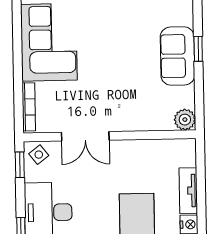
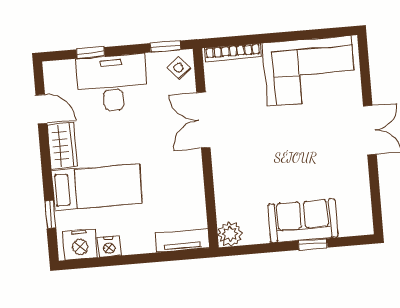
tv unit: (188, 191) -> (182, 240), moved

